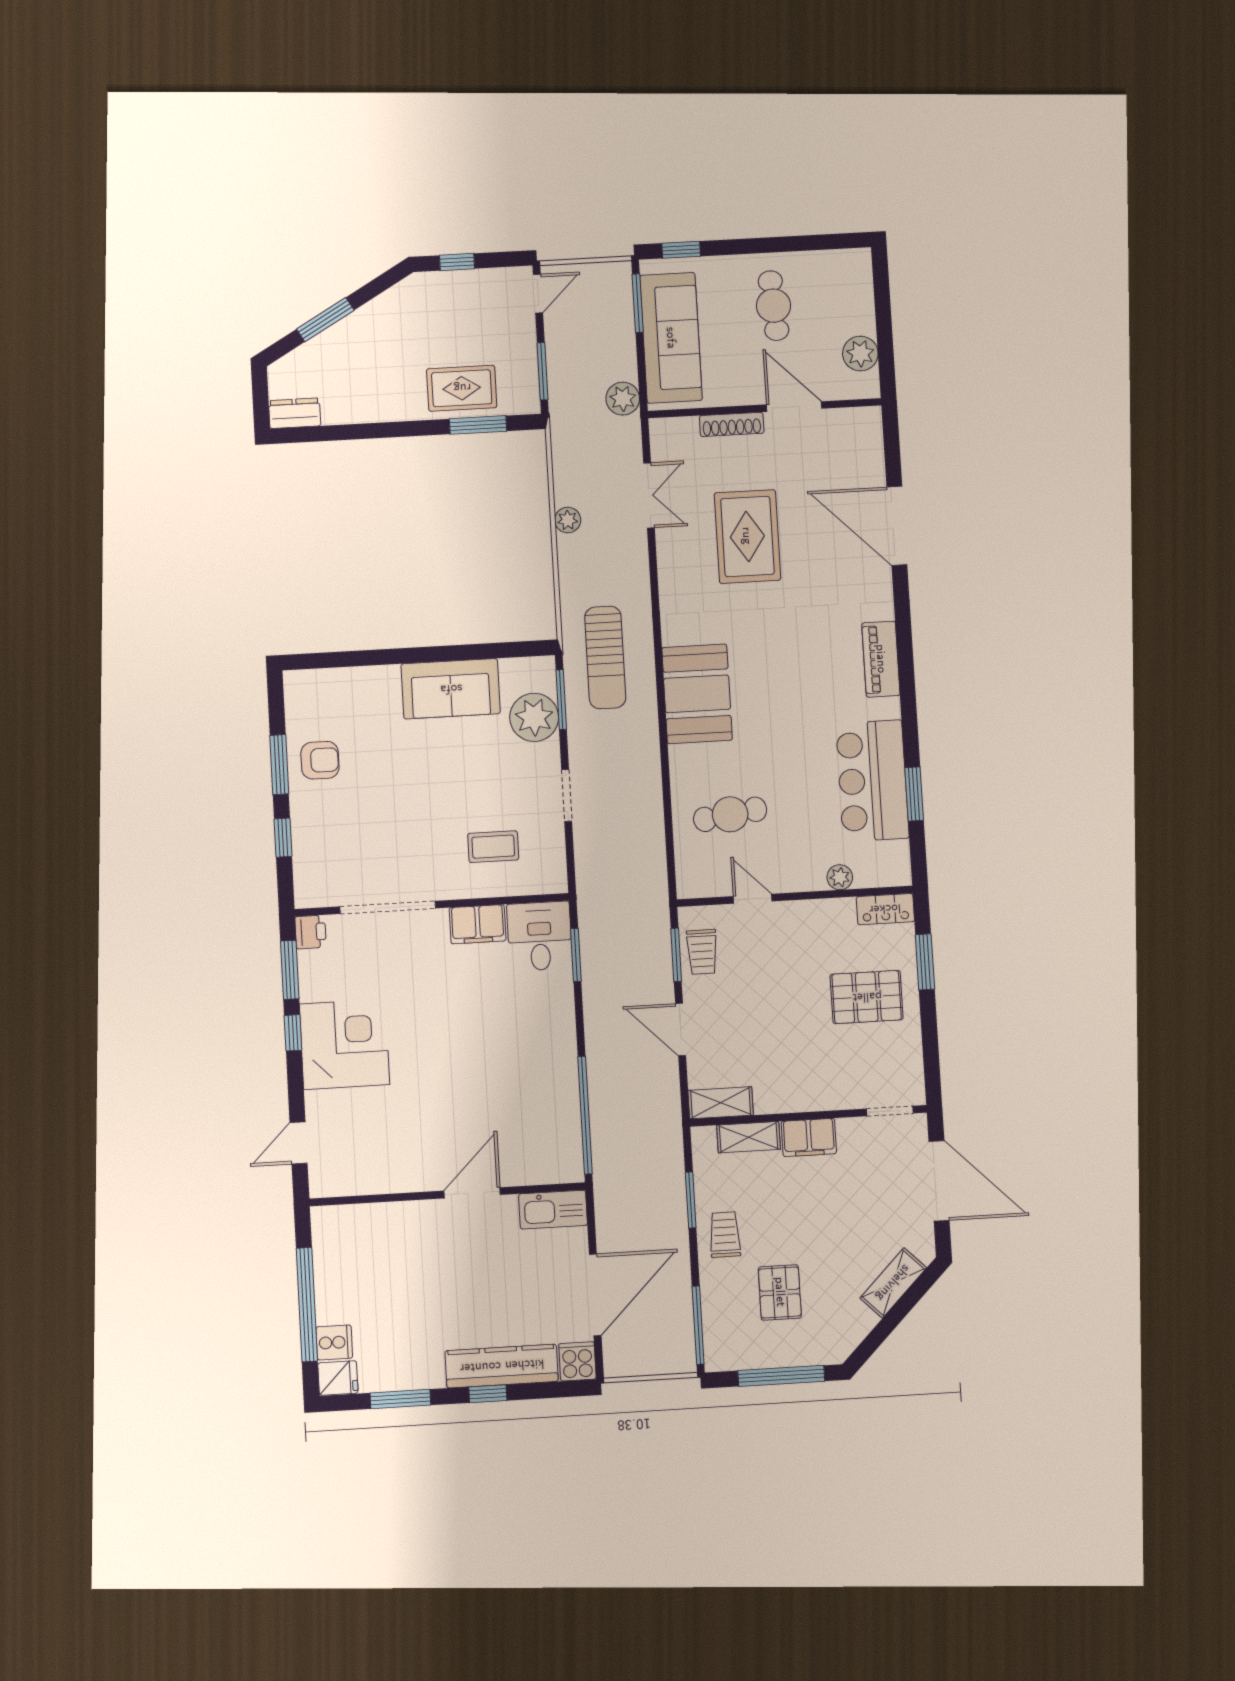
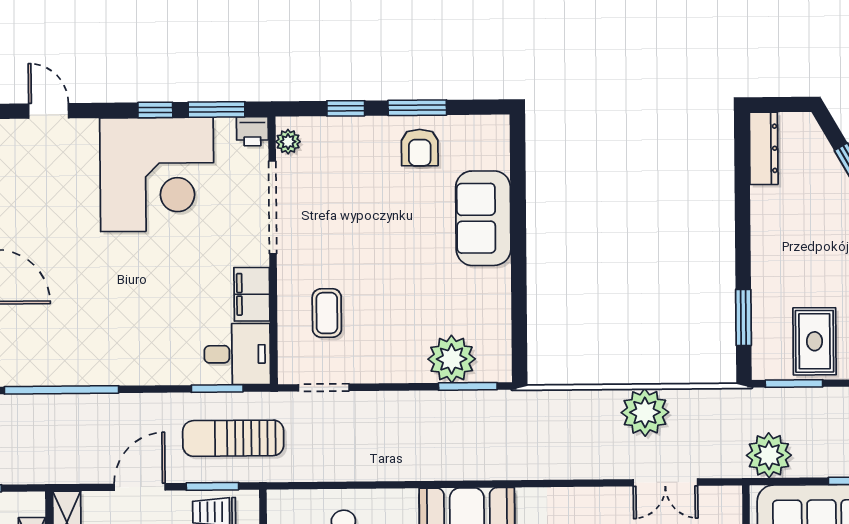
rug: (462, 388) -> (814, 341), moved
plant: (623, 399) -> (769, 455), width x1.36, depth x1.36
dresser: (295, 413) -> (764, 148), width x1.44
plant: (568, 520) -> (645, 412), width x1.87, depth x1.87
sun lounger: (605, 657) -> (233, 438), moved
sofa: (451, 689) -> (483, 218), moved
doorway: (567, 796) -> (324, 388), moved
plant: (320, 895) -> (288, 142), added
corner desk: (344, 1044) -> (157, 174), width x1.36, depth x1.36

